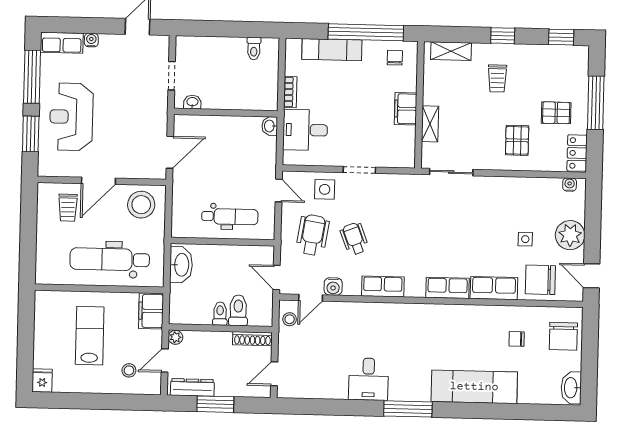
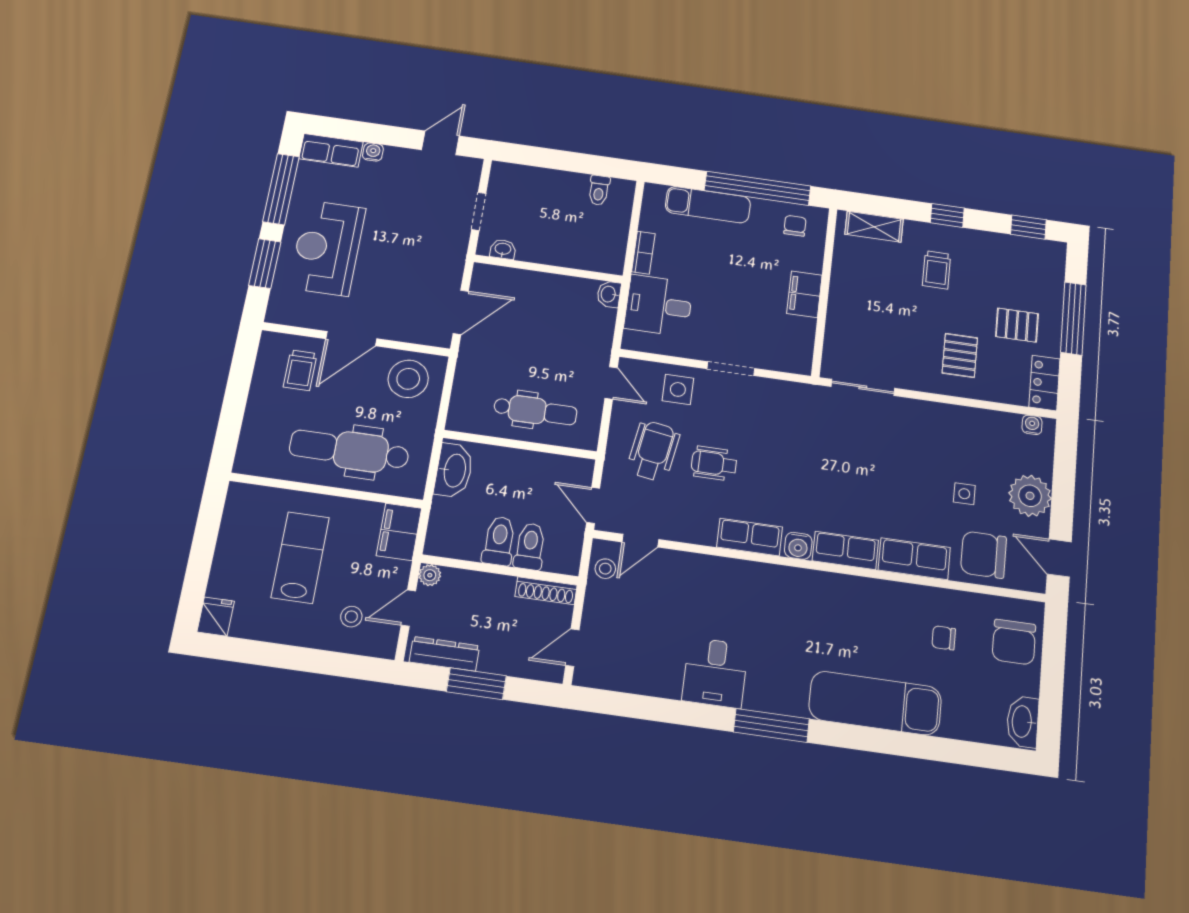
shelving: (430, 124) -> (837, 318), removed
wheelchair: (354, 239) -> (714, 464), turned -69
water cooler: (333, 287) -> (798, 546), moved
toilet: (220, 314) -> (499, 541), width x1.37, depth x1.39

